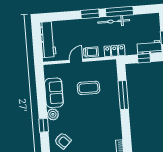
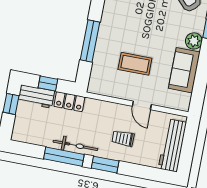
locker: (115, 51) -> (69, 102), moved
trolley: (91, 52) -> (123, 138), moved
door: (76, 61) -> (142, 105), hinge flipped

